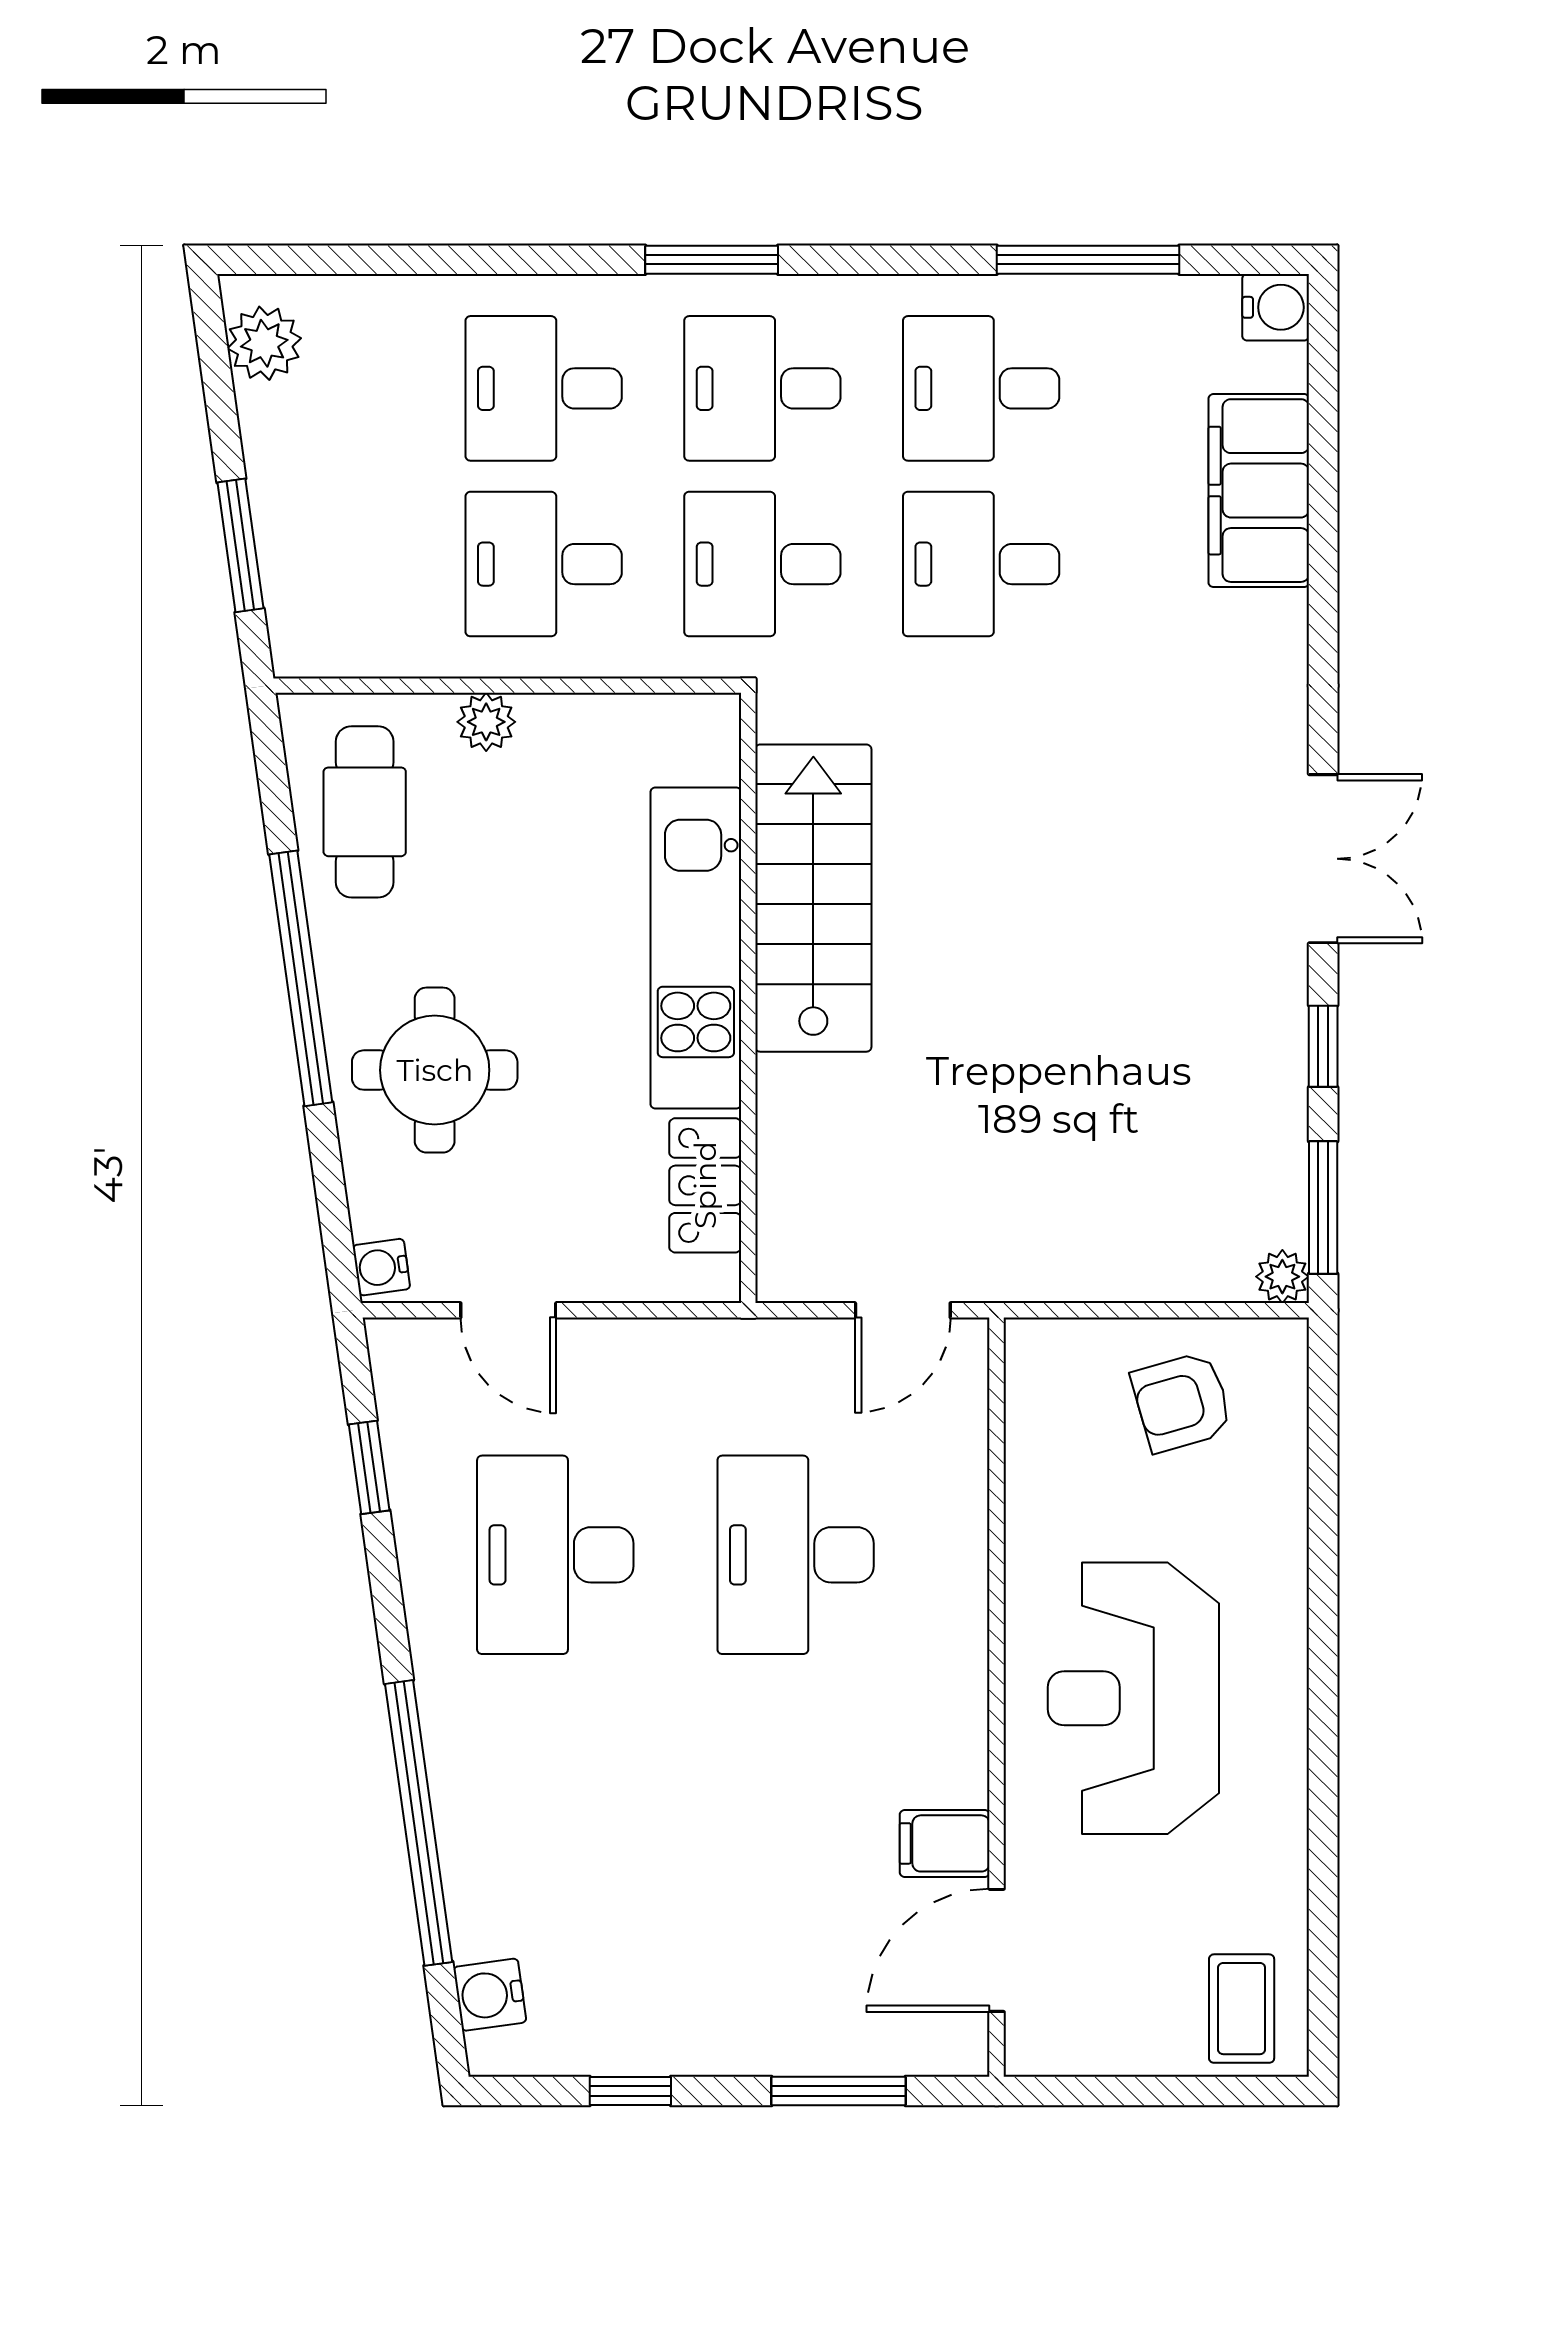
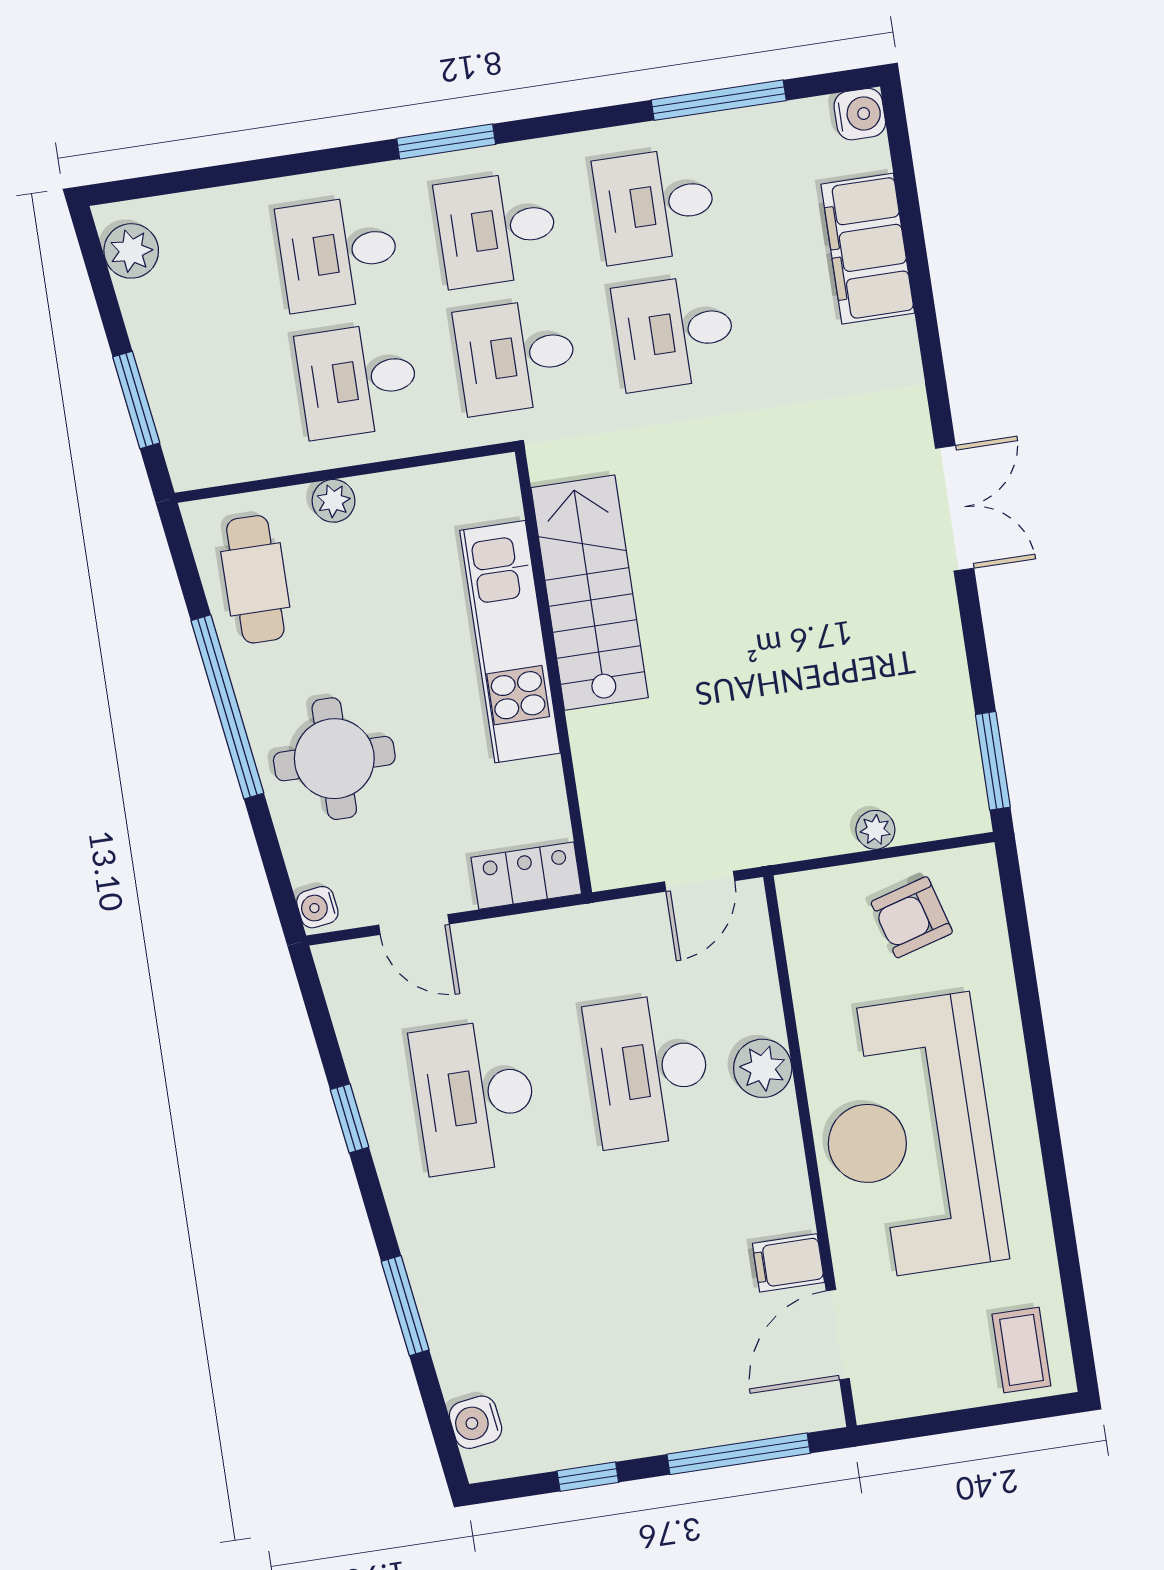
window: (1323, 1046) -> (975, 644), removed
locker: (705, 1185) -> (526, 876), moved, turned 90
plant: (1282, 1277) -> (875, 830), moved
window: (369, 1467) -> (350, 1118), moved
plant: (950, 1575) -> (763, 1068), added
reception desk: (1133, 1698) -> (909, 1137), width x1.36, depth x1.30
window: (419, 1823) -> (405, 1306), width x0.47
window: (839, 2091) -> (739, 1454), width x1.44

